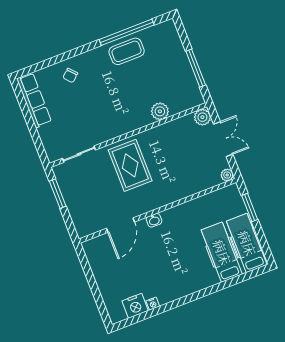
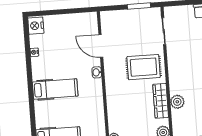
wardrobe: (165, 132) -> (161, 101), added
hospital bed: (222, 252) -> (55, 89), moved
nightstand: (135, 306) -> (36, 26), moved

